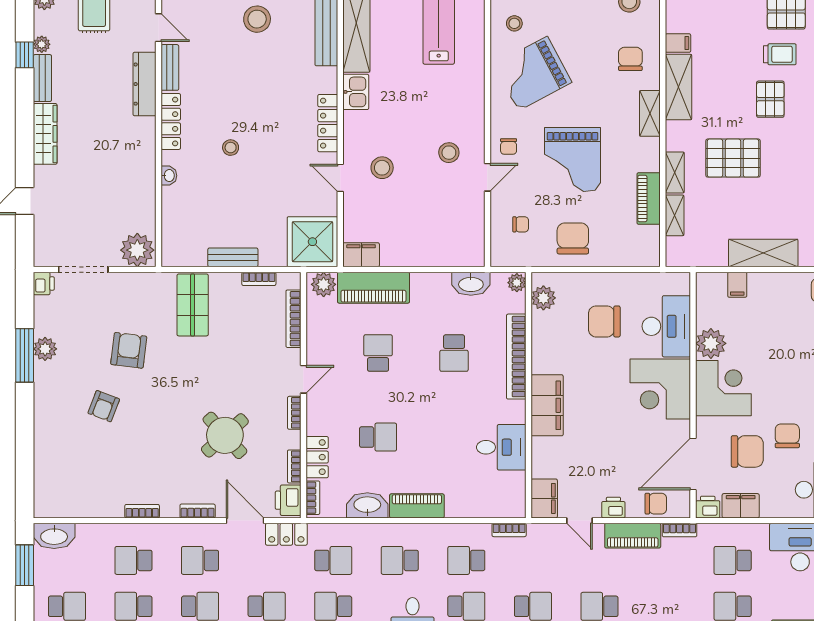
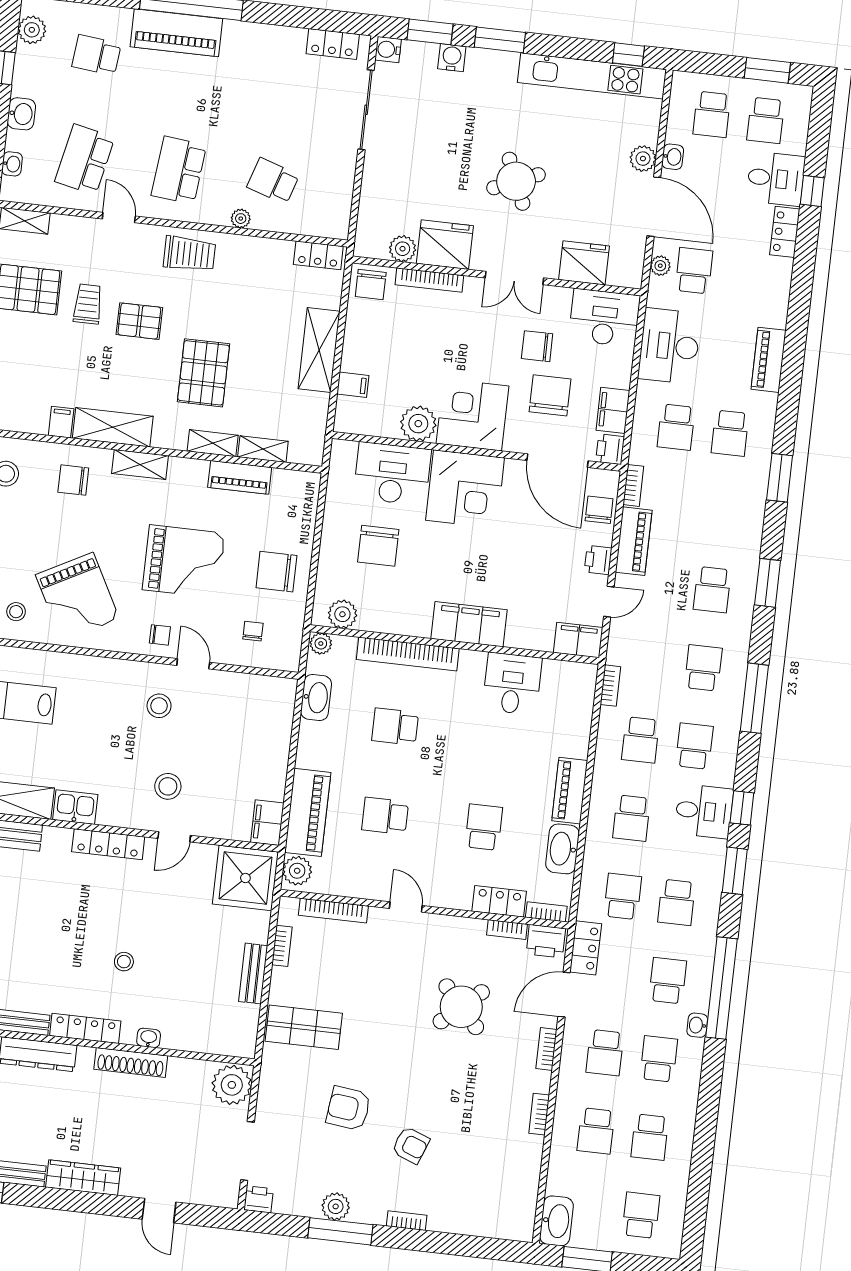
shoe rack: (146, 163) -> (131, 1062), added
school desk: (454, 353) -> (395, 727), turned 180
bookcase: (294, 413) -> (407, 1221), moved, turned 180

